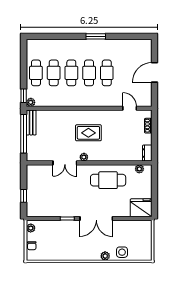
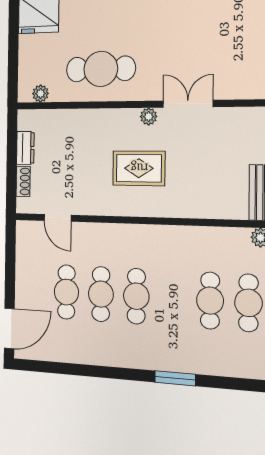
window: (96, 36) -> (175, 378), moved
door: (155, 72) -> (9, 328), moved
cafe table: (71, 73) -> (66, 292), moved
dresser: (147, 153) -> (25, 148), moved

